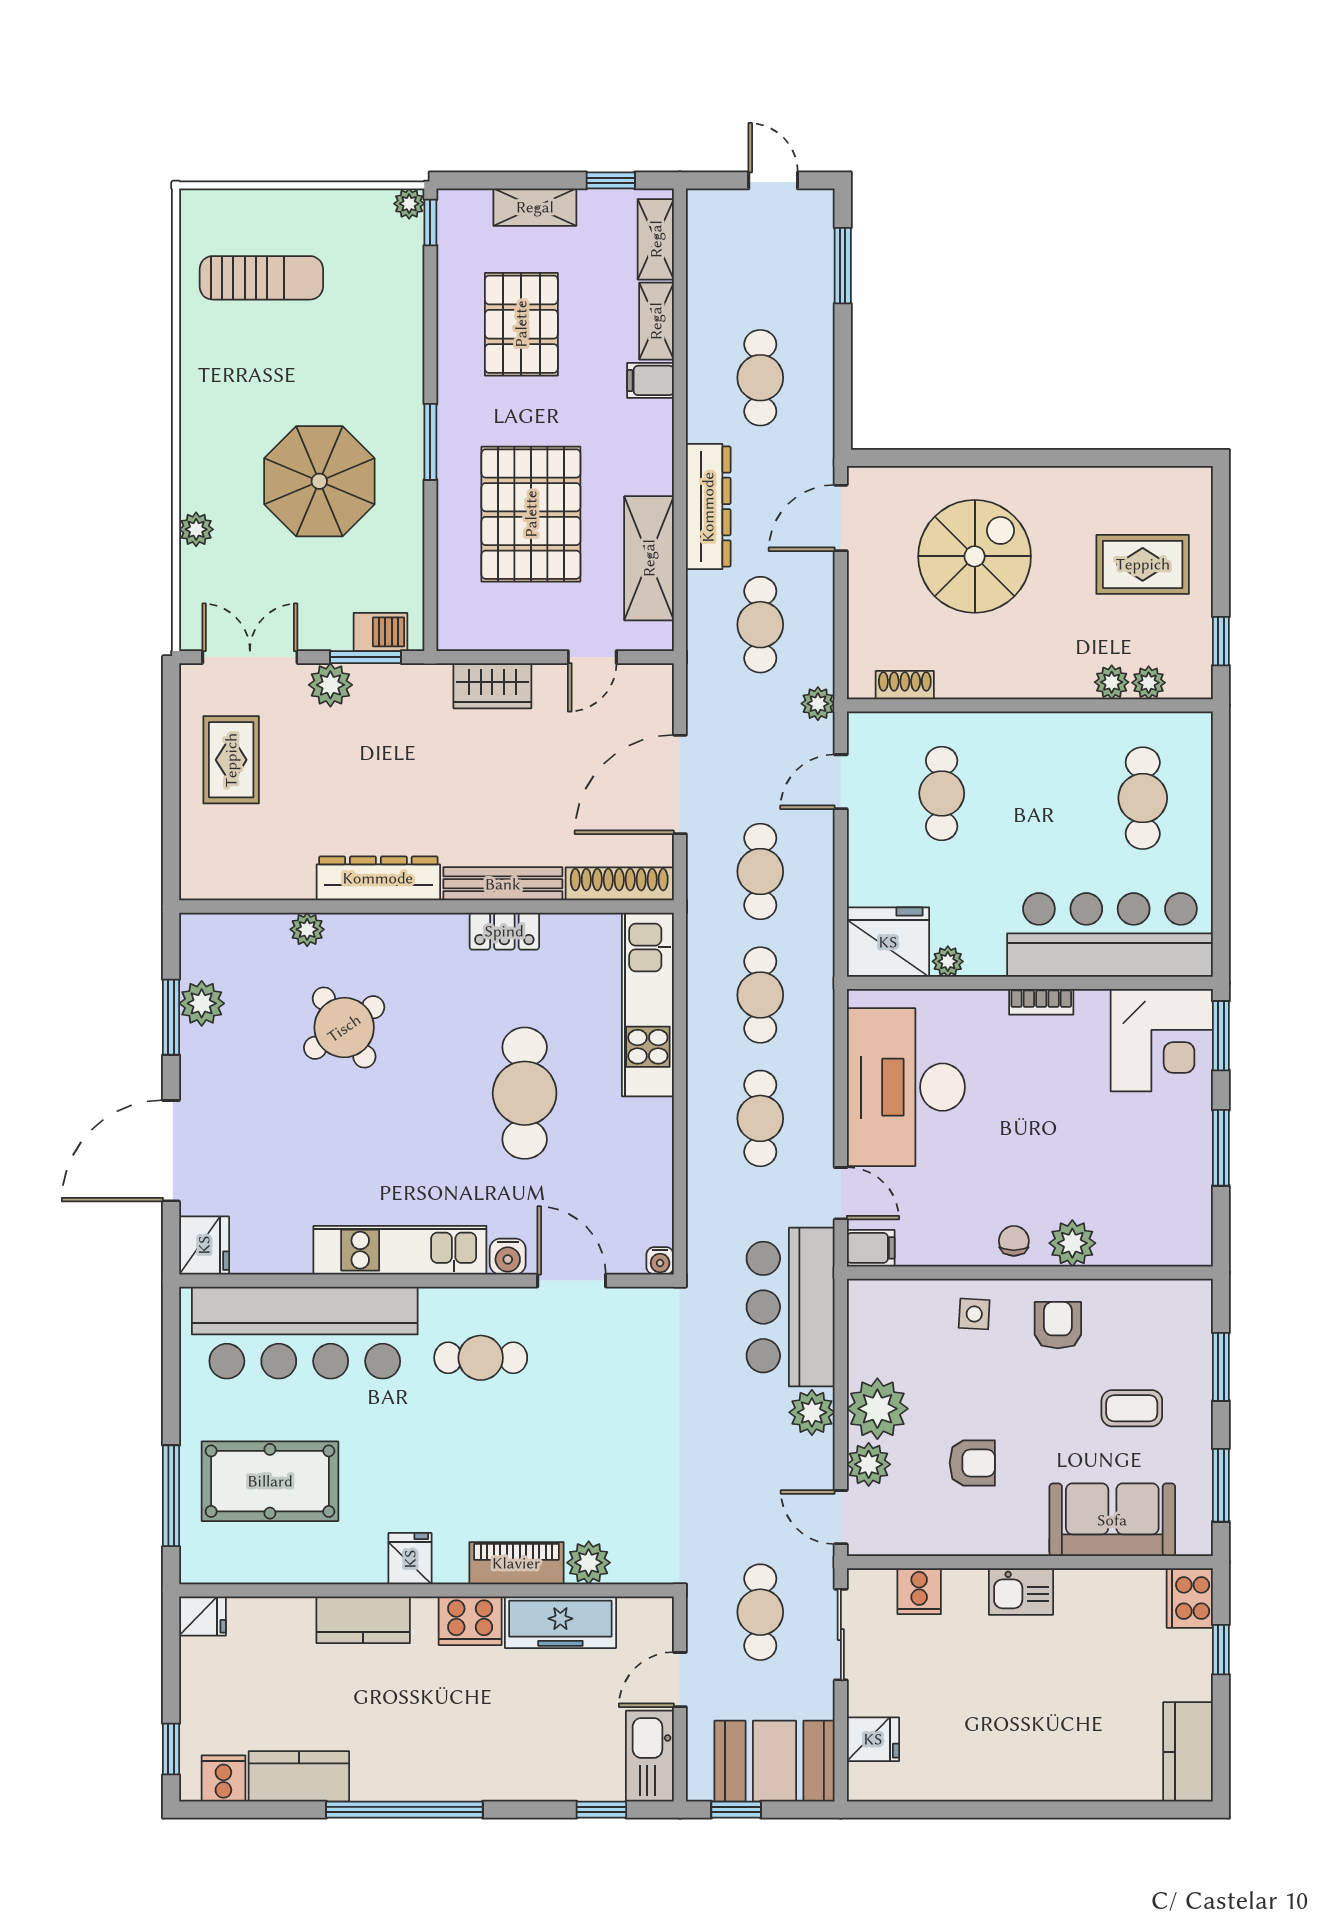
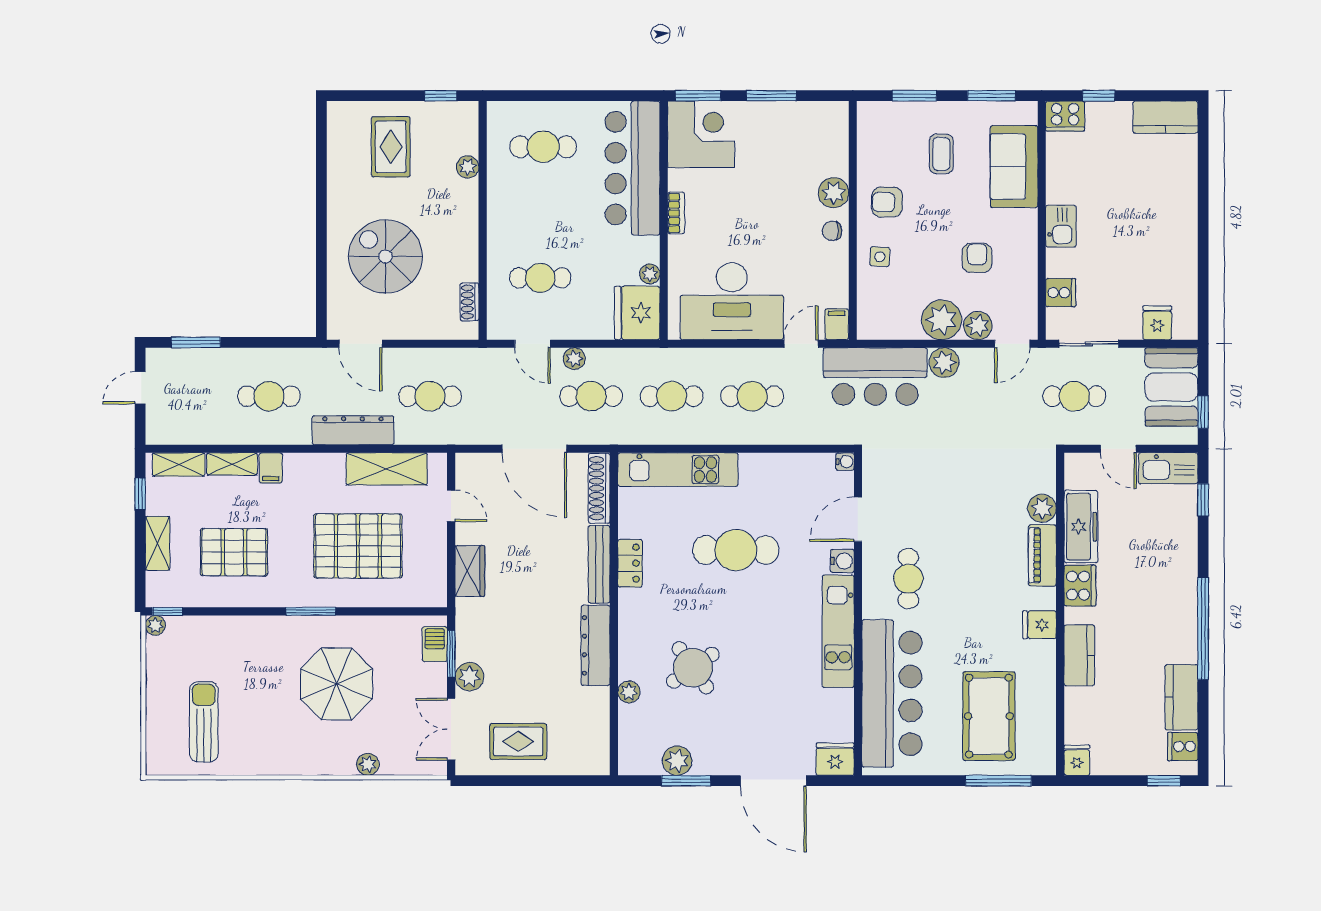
plant: (1149, 683) -> (468, 143), removed
plant: (818, 704) -> (574, 359), moved

